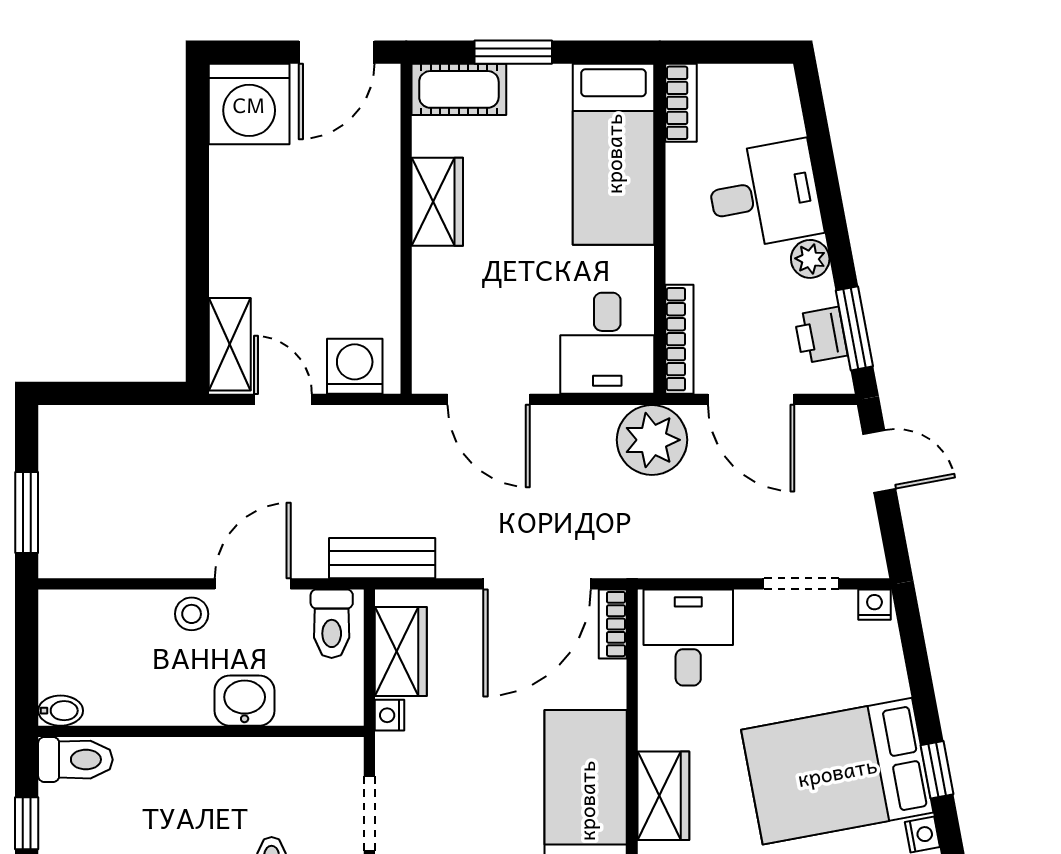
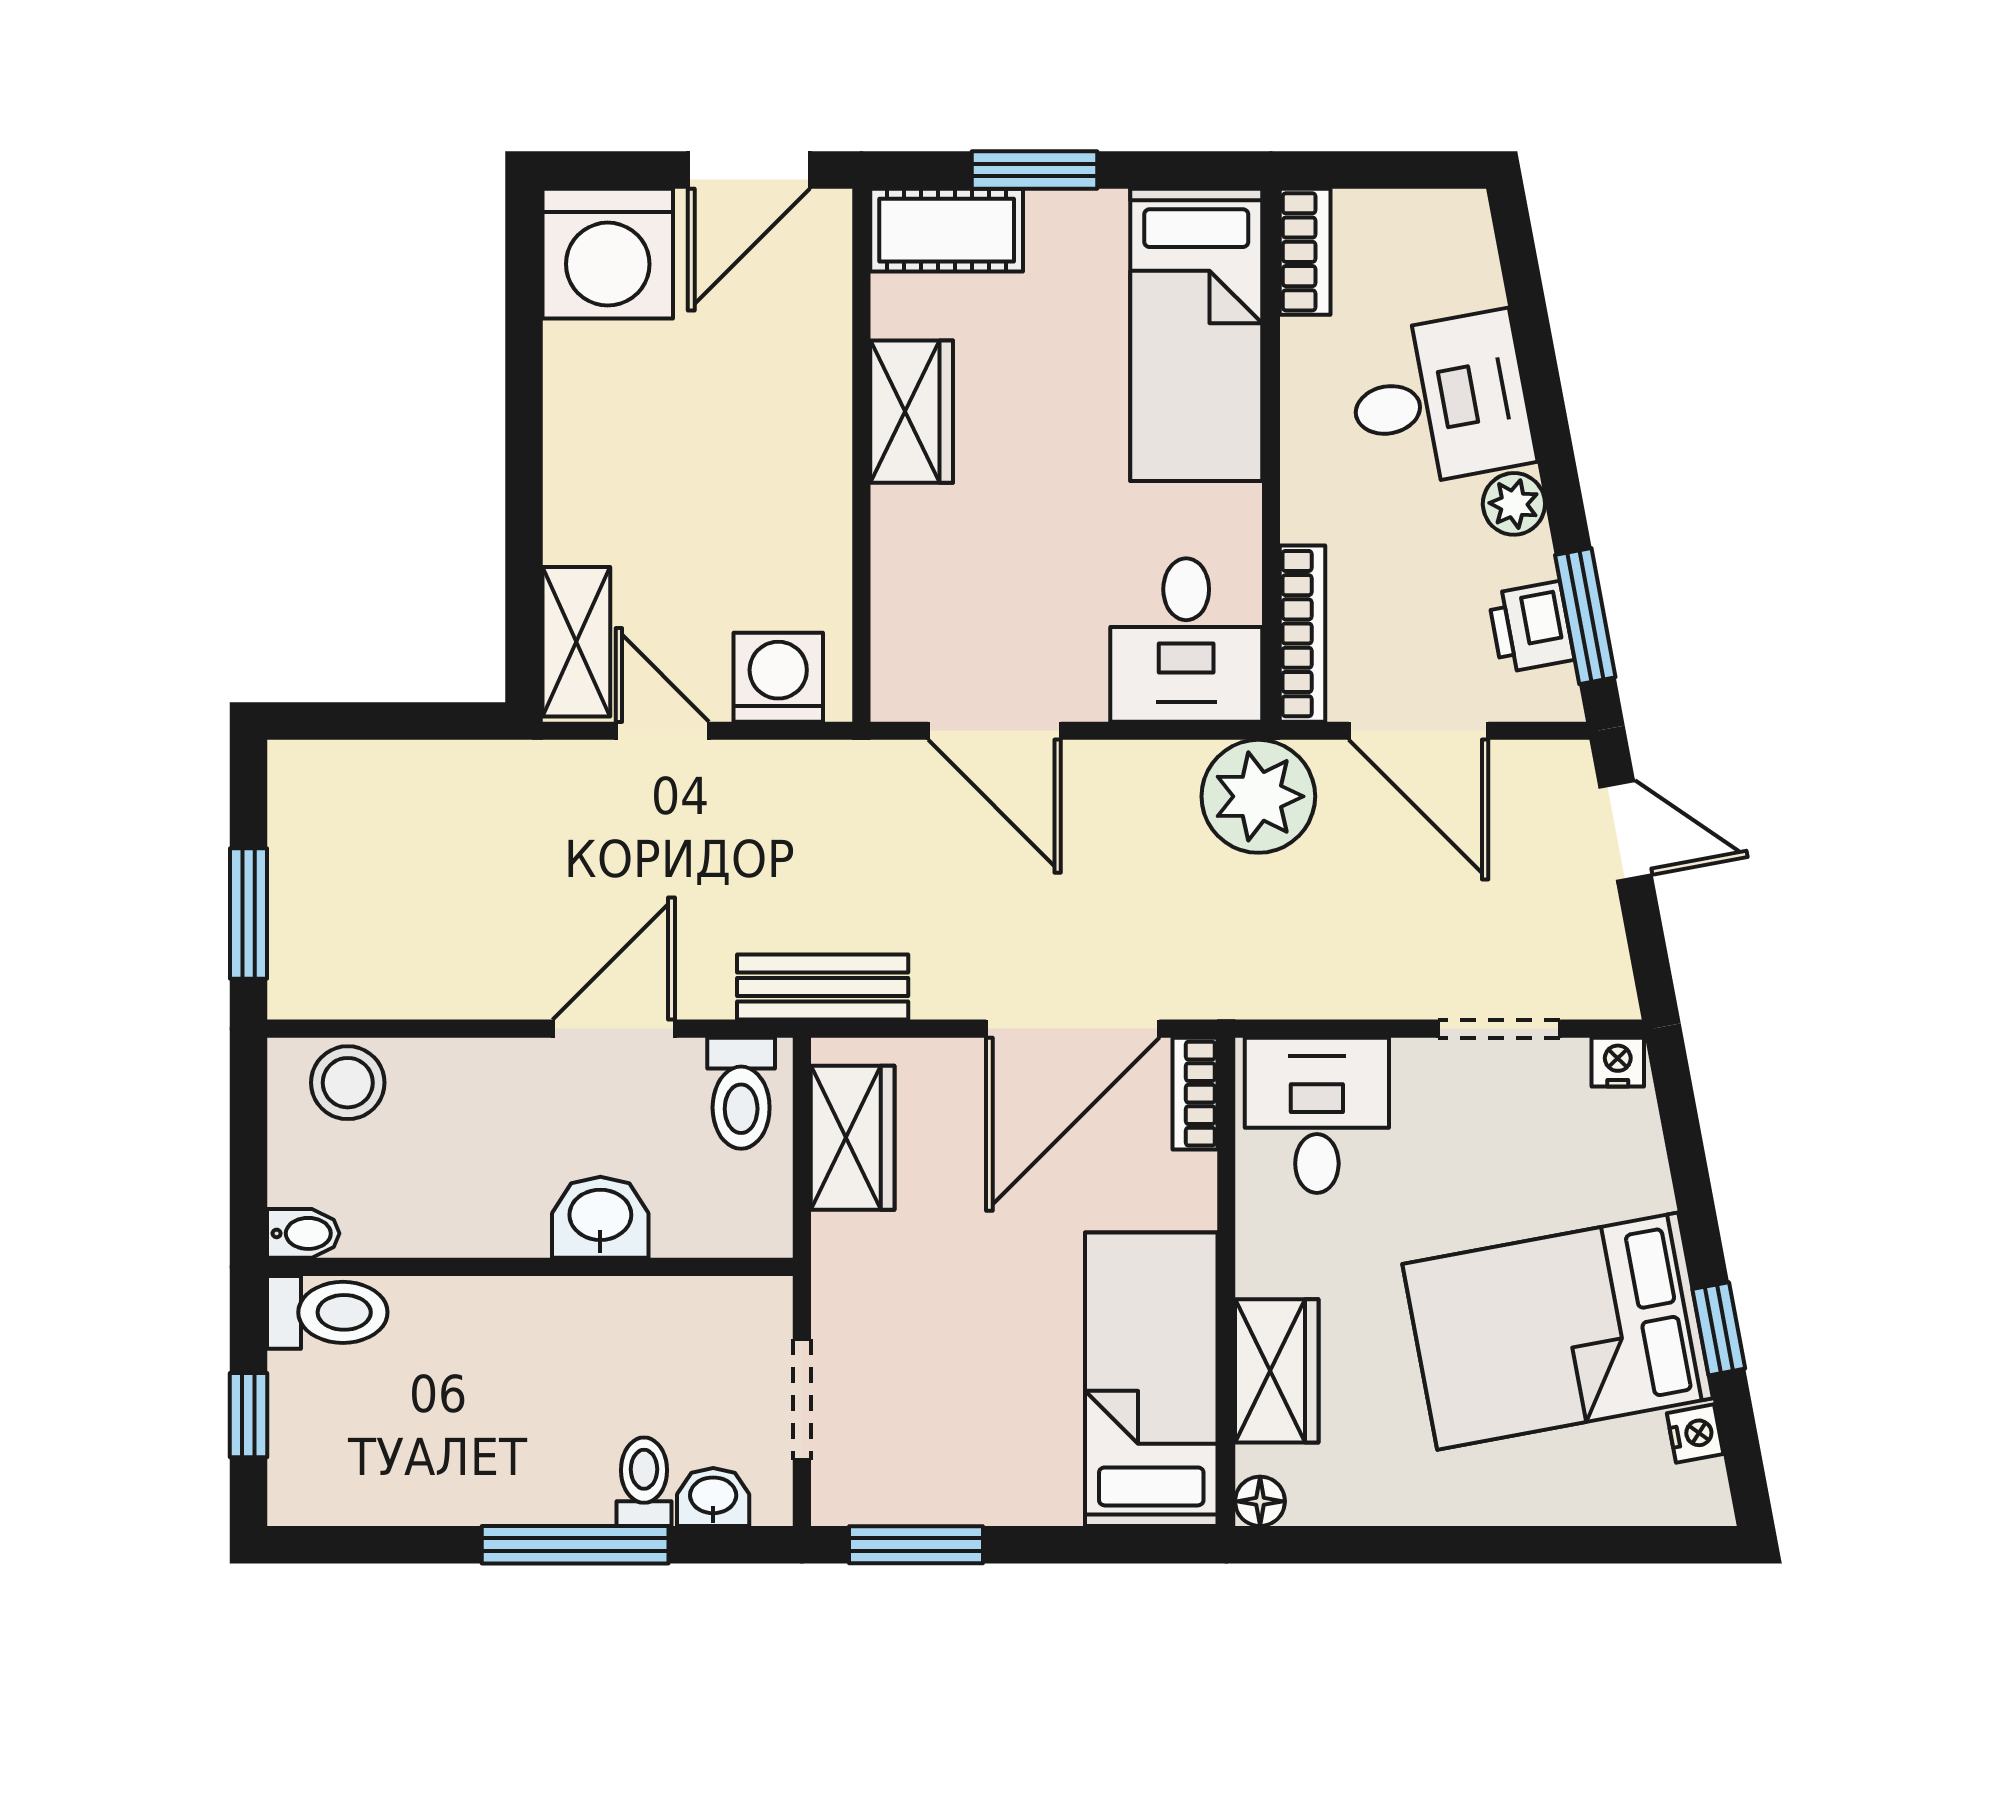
stool: (192, 614) -> (348, 1083), moved, width x1.37, depth x1.37
nightstand: (389, 715) -> (834, 1241), removed

